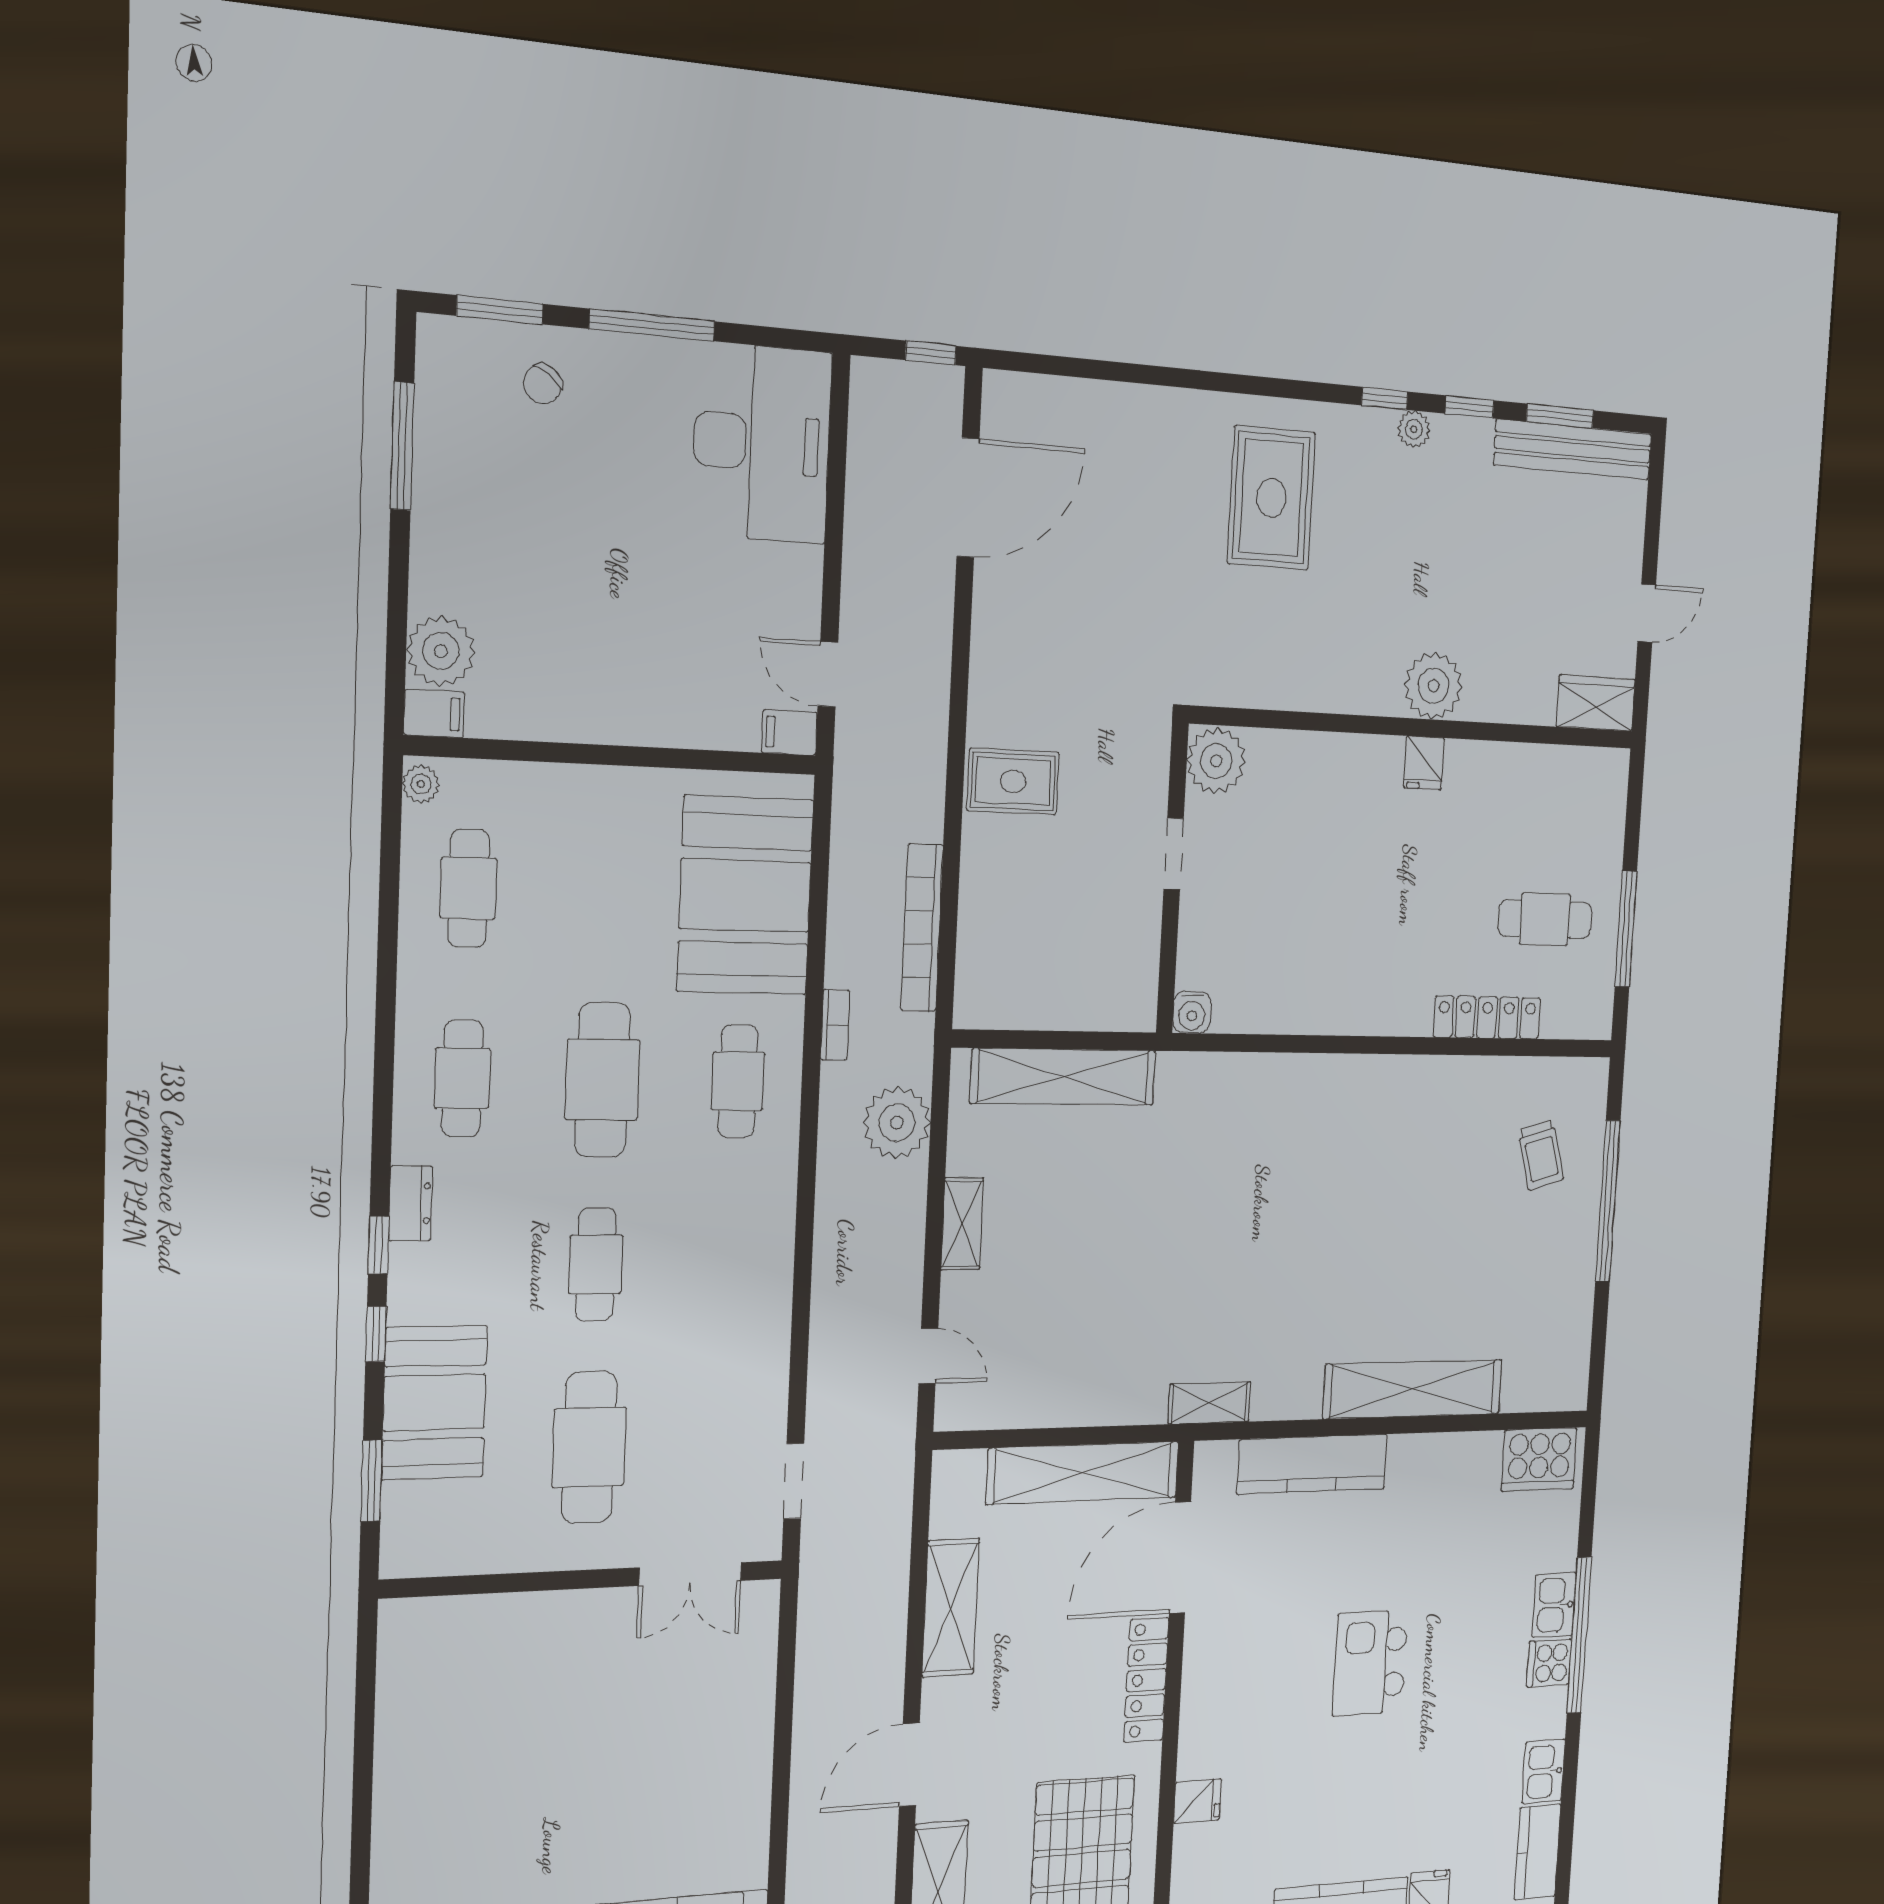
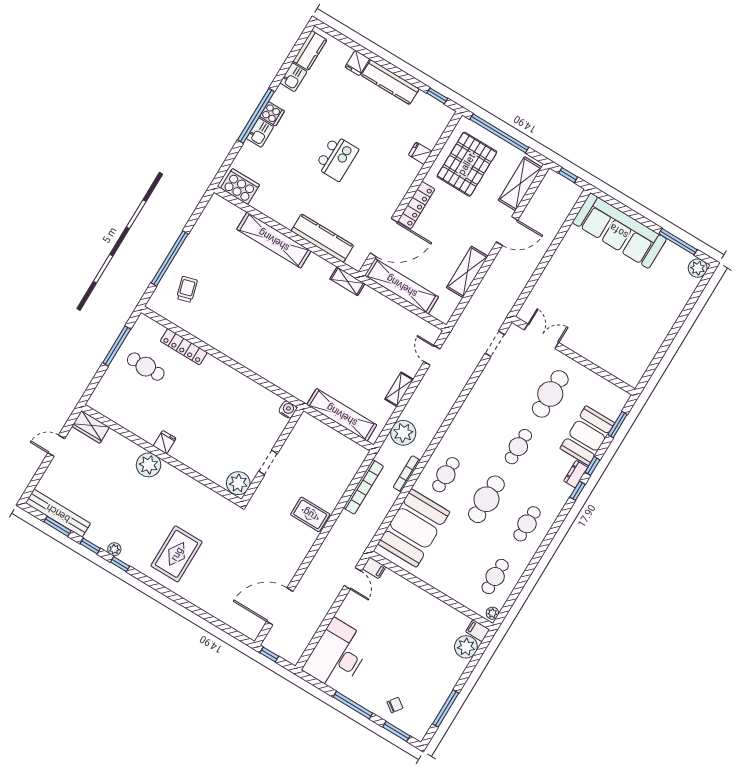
bookcase: (835, 1025) -> (407, 474), width x1.56
dresser: (411, 1203) -> (576, 474), moved

